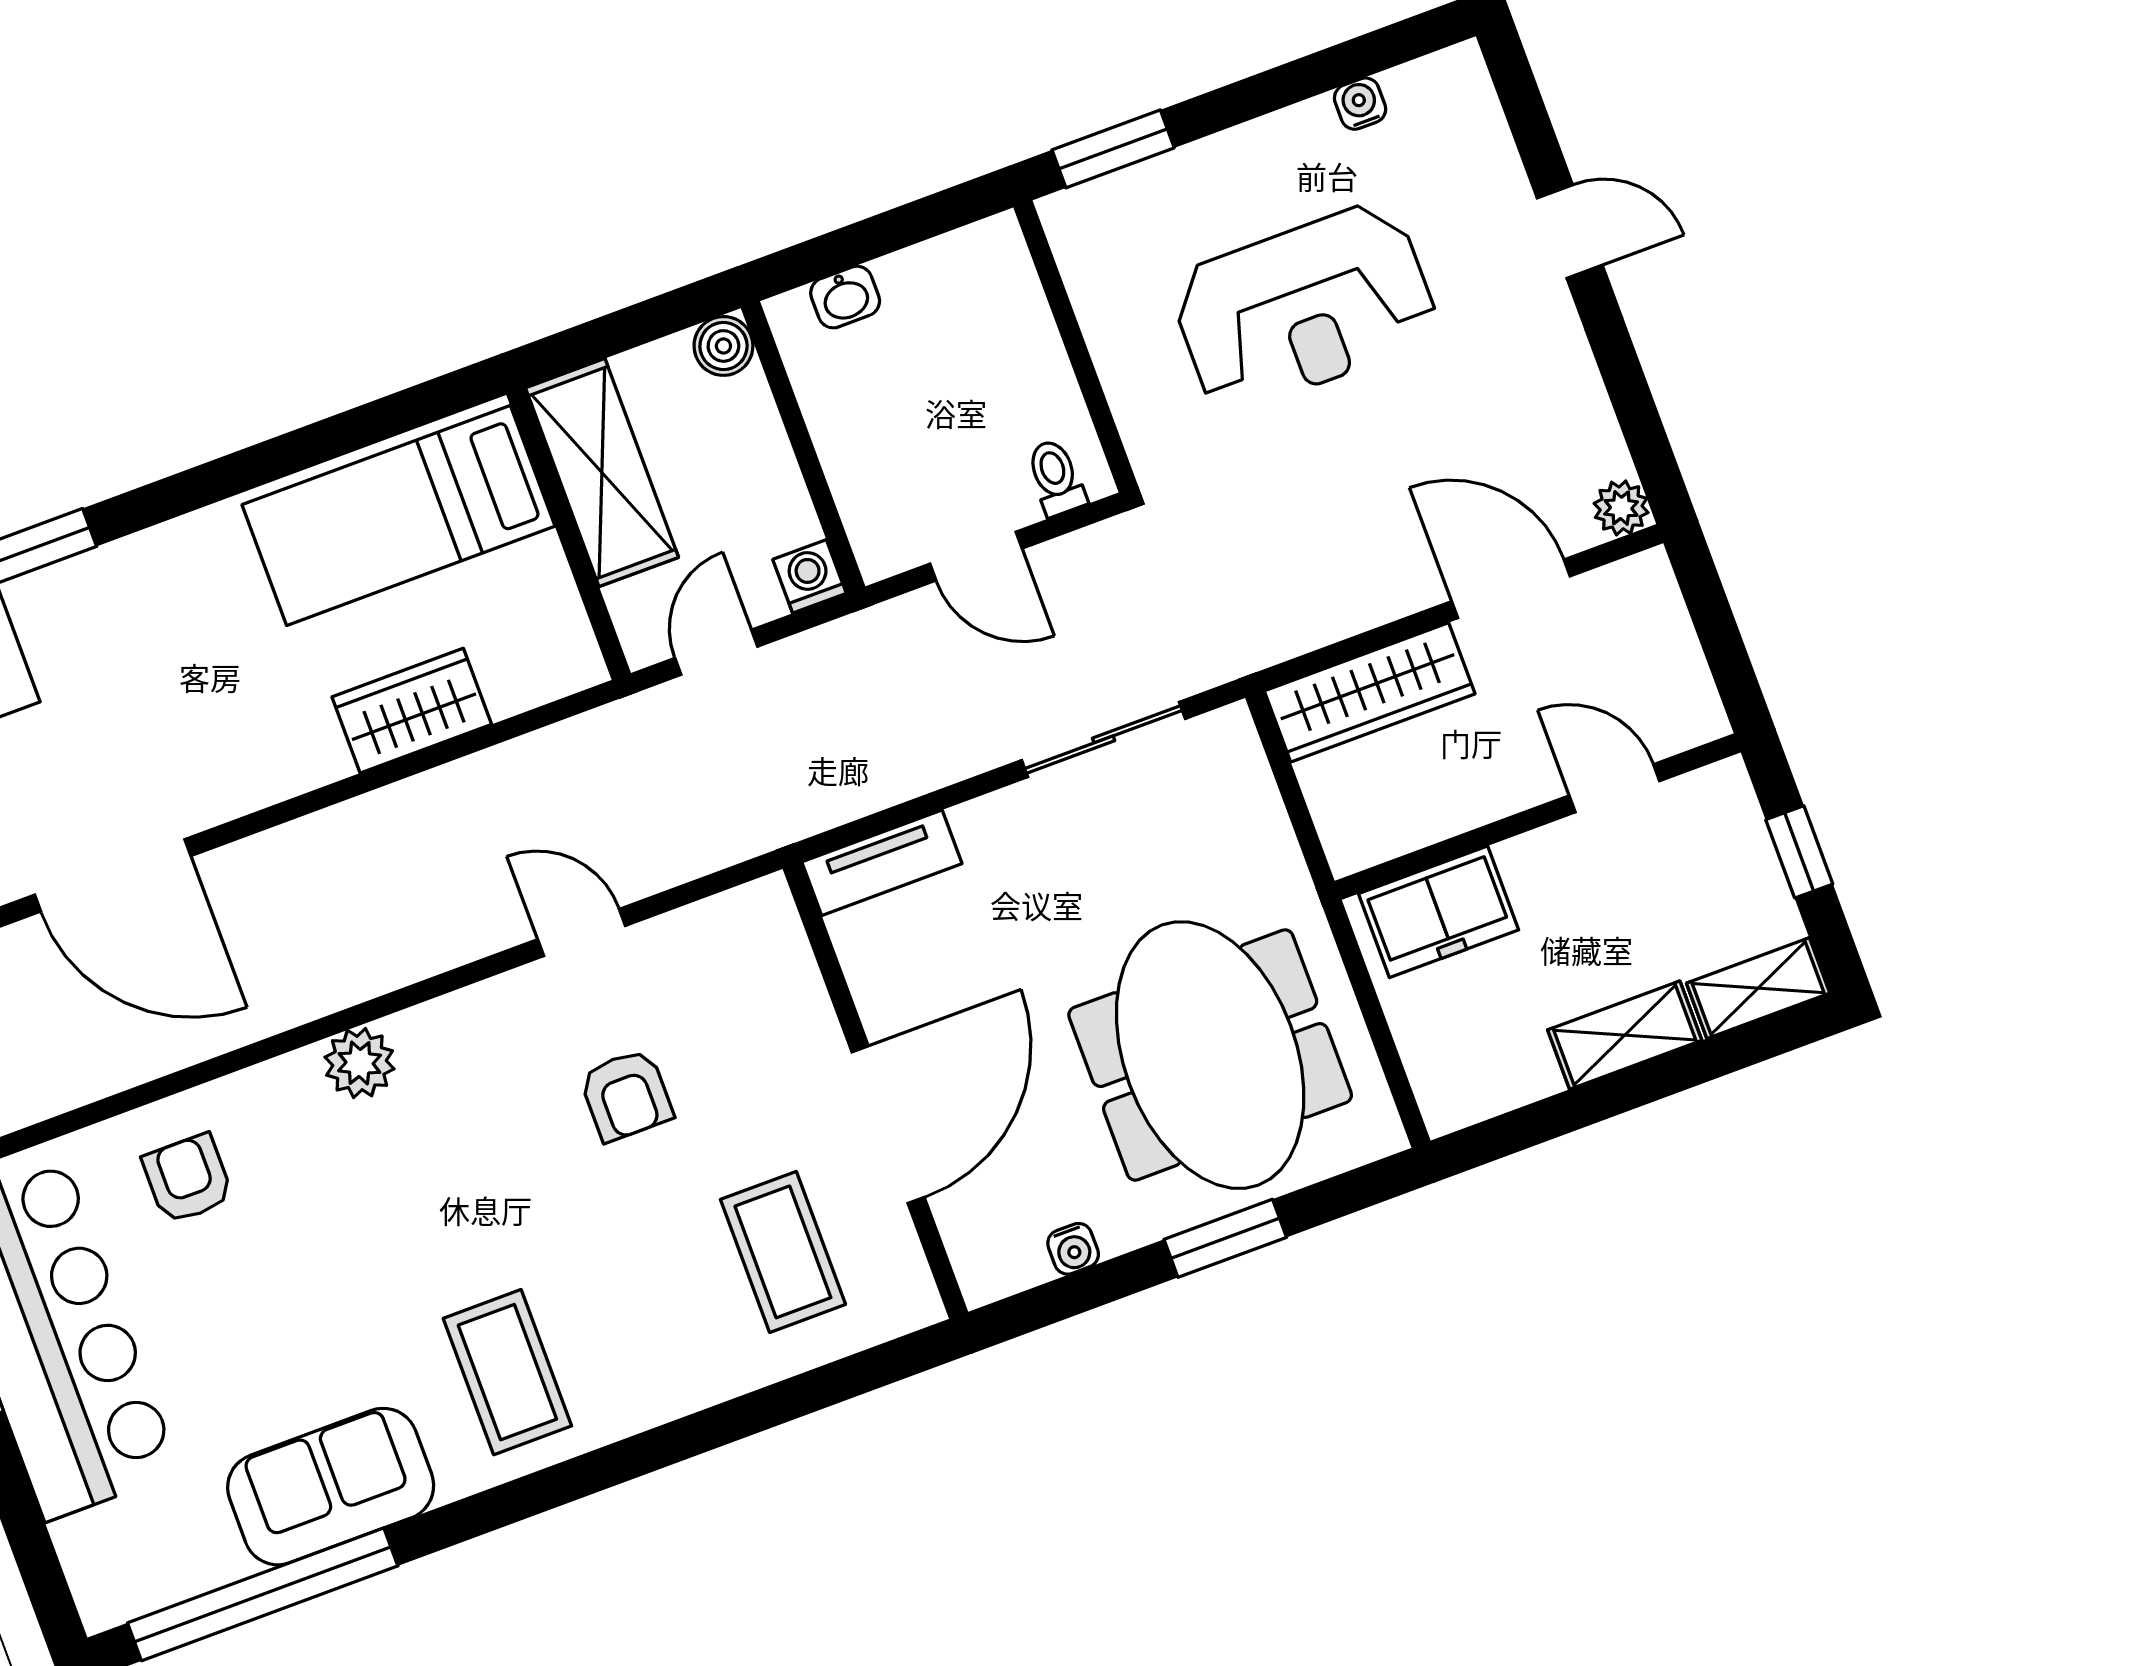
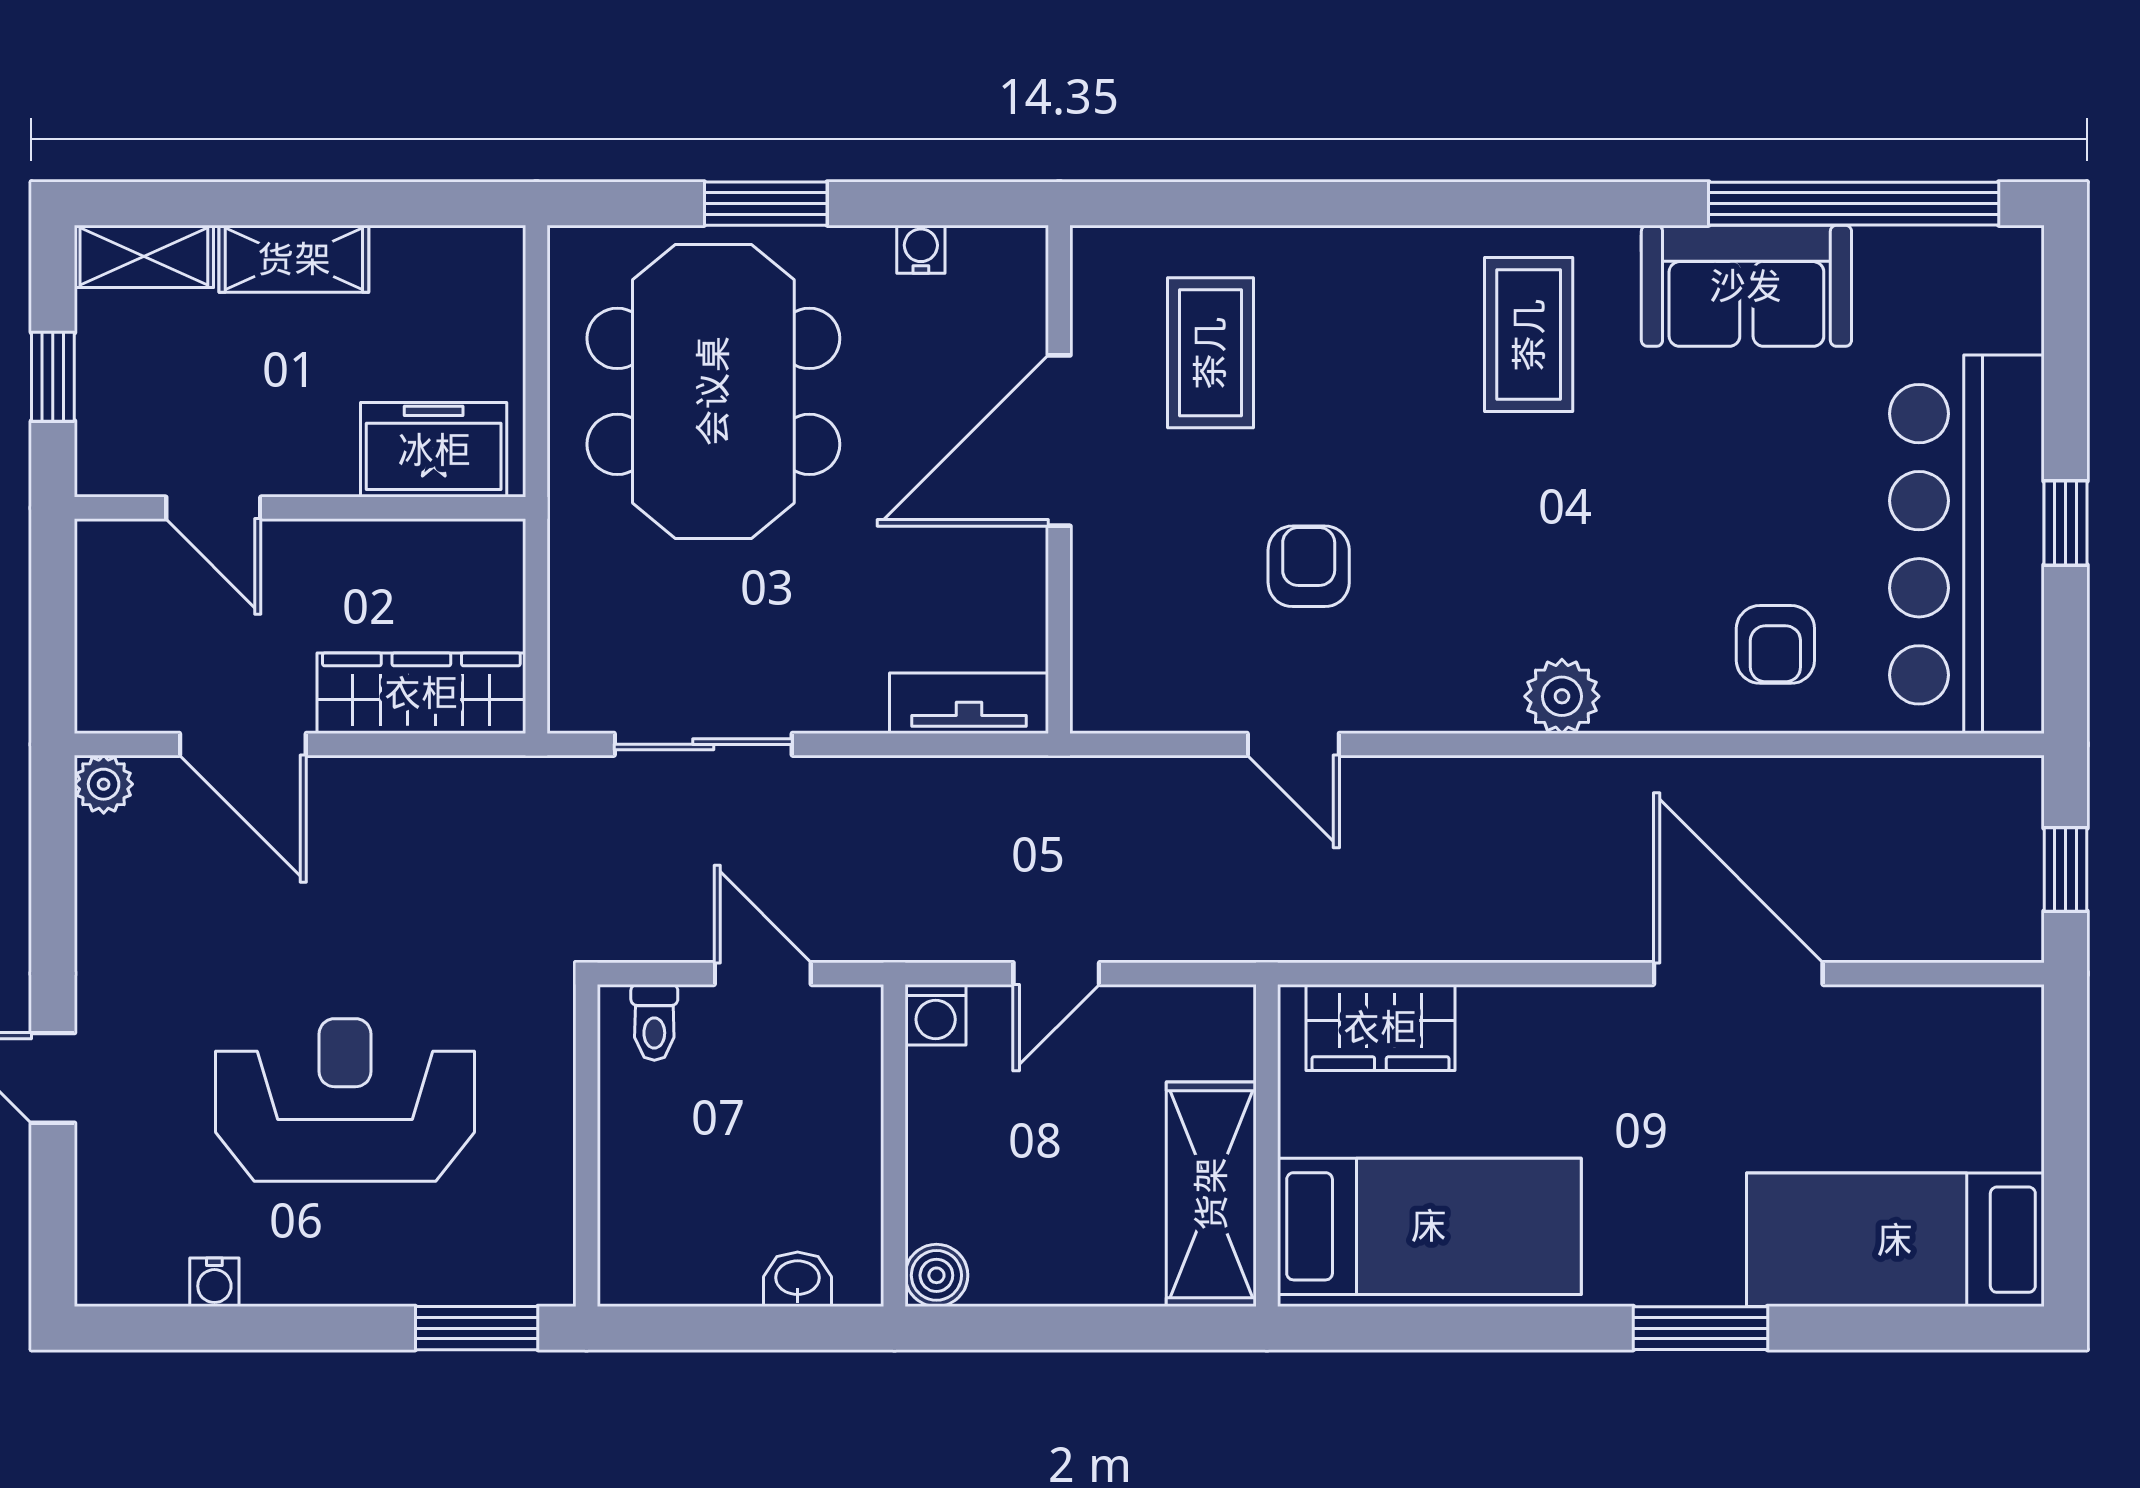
shelving: (602, 473) -> (1211, 1194), moved
bed: (398, 515) -> (1429, 1226), moved
wall: (569, 534) -> (1267, 1145), moved

